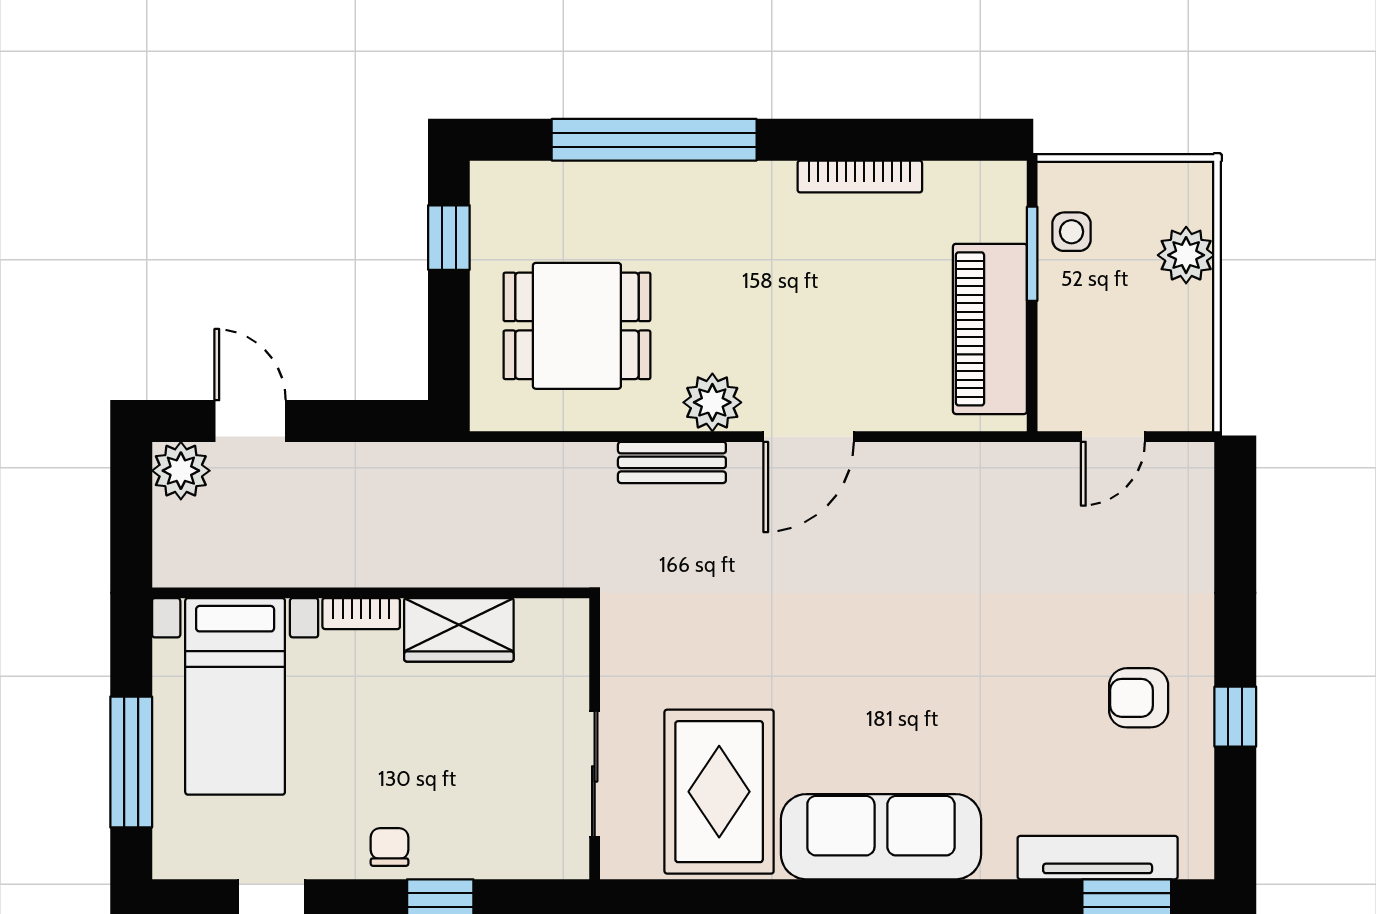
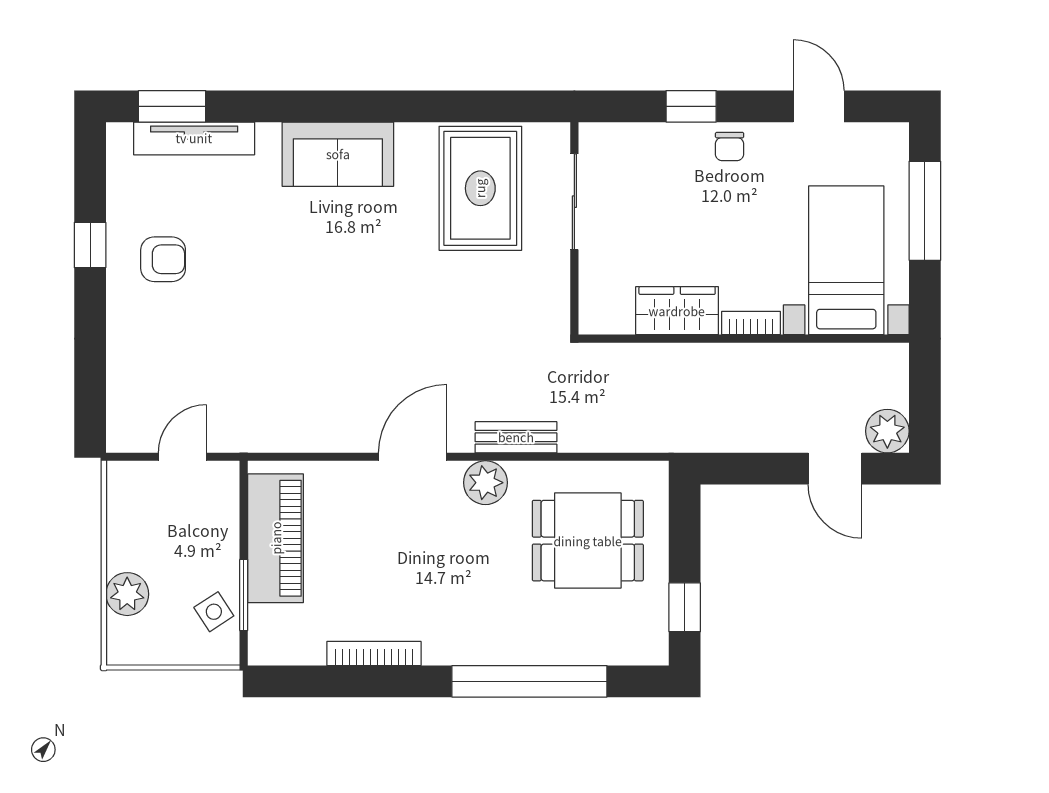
side table: (1072, 232) -> (214, 612), turned -33
sofa: (881, 837) -> (338, 154), width x0.73

